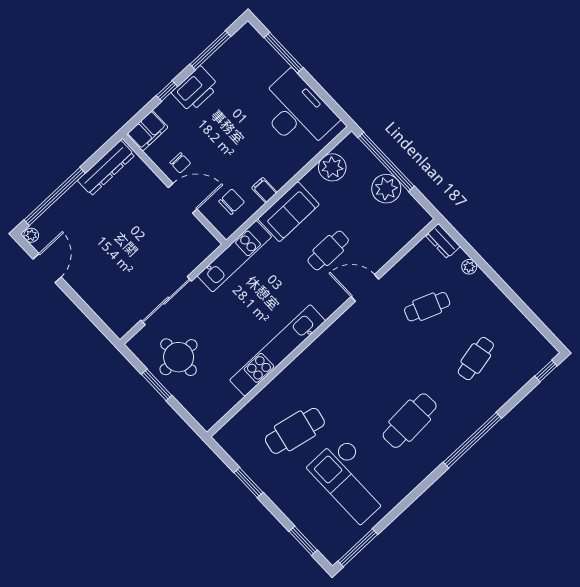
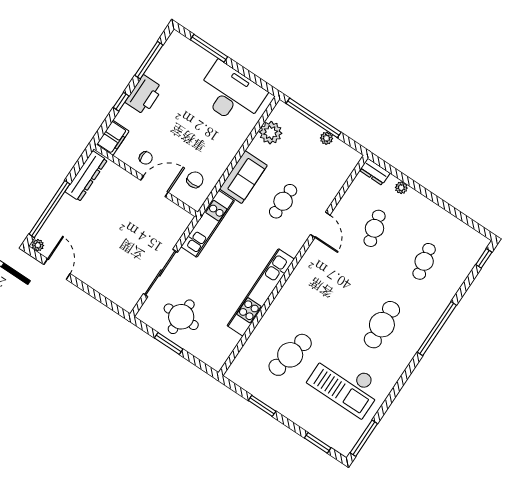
plant: (386, 189) -> (327, 138), width x0.53, depth x0.53
filing cabinet: (264, 190) -> (219, 164), removed
door: (365, 288) -> (320, 225), swing flipped
cafe table: (427, 307) -> (375, 228), turned -36

